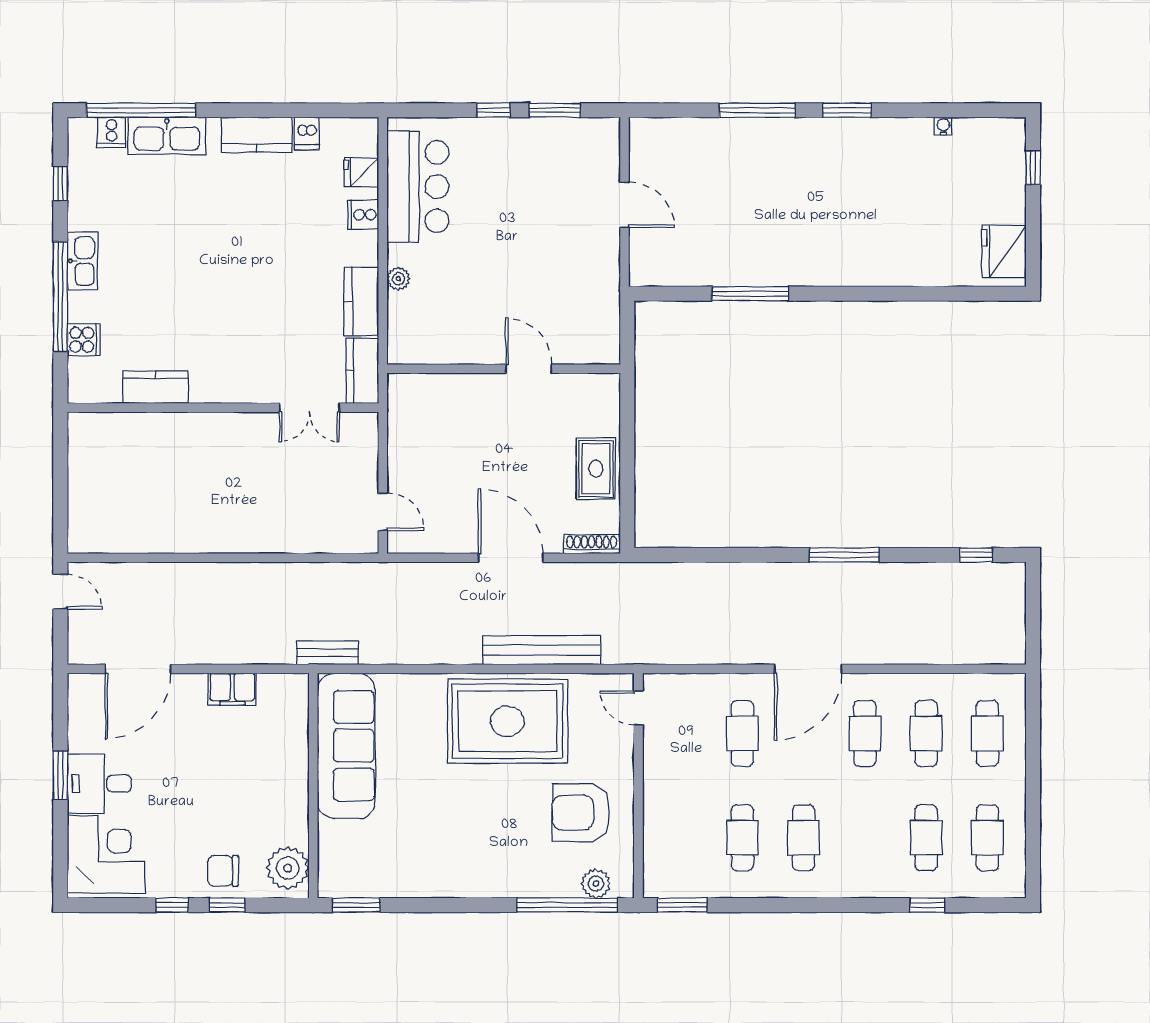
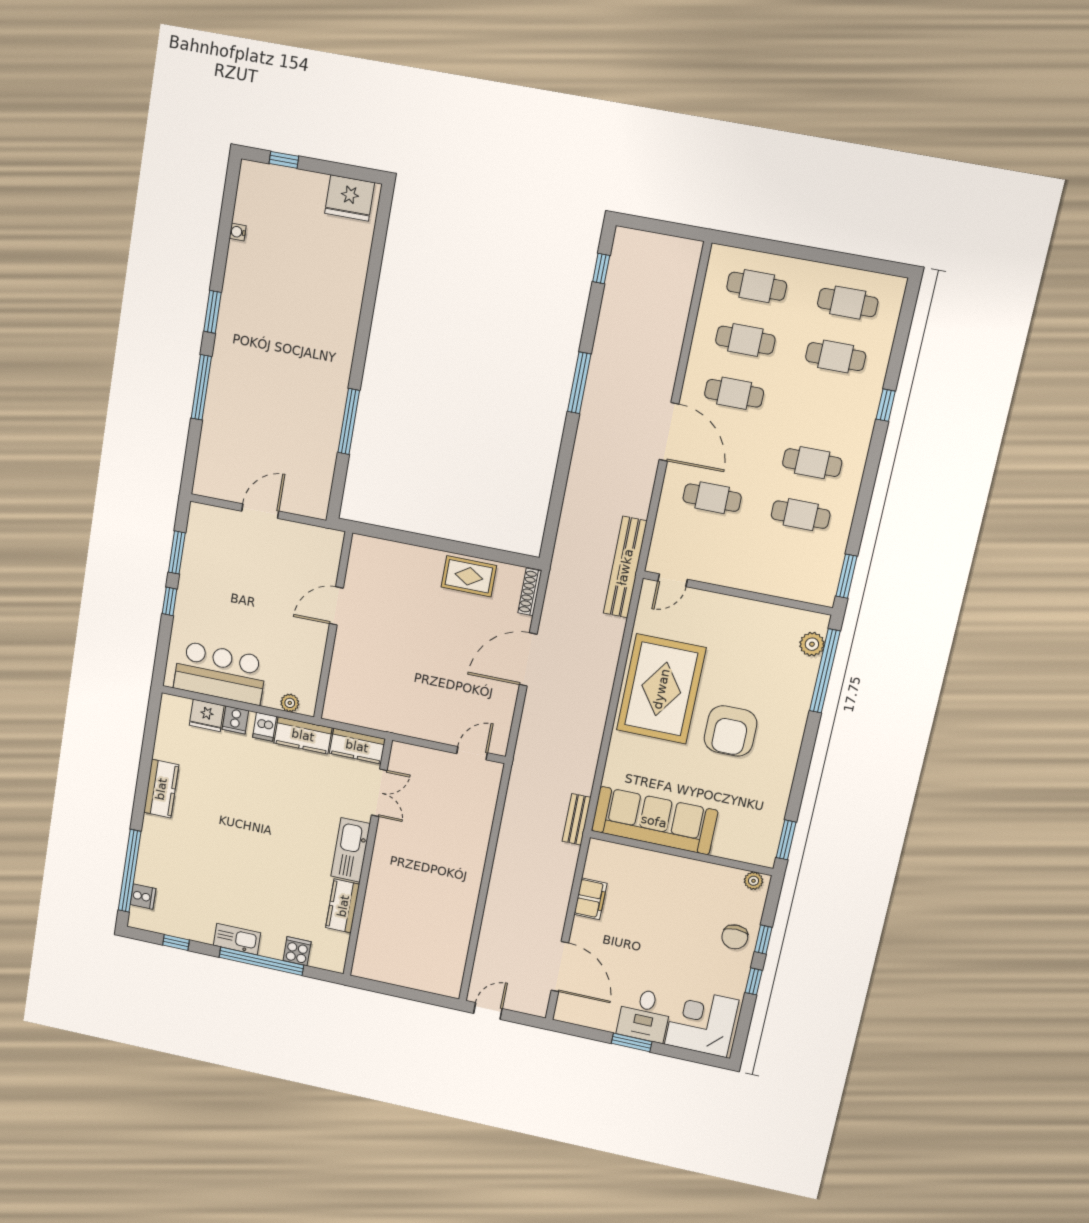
dishwasher: (307, 134) -> (265, 727), moved, turned 90
kitchen sink: (167, 136) -> (351, 850), moved, turned 180
fridge: (361, 173) -> (207, 715), width x1.38
wall: (504, 369) -> (333, 626), moved
door: (529, 369) -> (336, 606), moved
bench: (542, 650) -> (625, 567), moved
armchair: (581, 813) -> (730, 731), moved
plant: (288, 868) -> (753, 881), width x0.53, depth x0.53
window: (927, 905) -> (886, 405), moved

